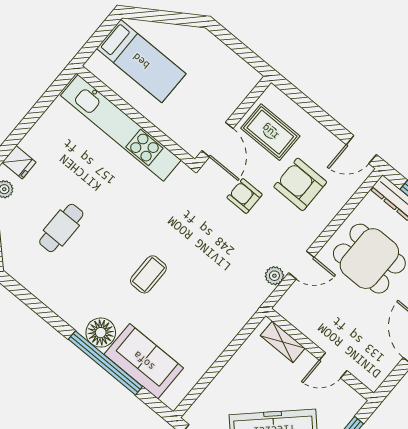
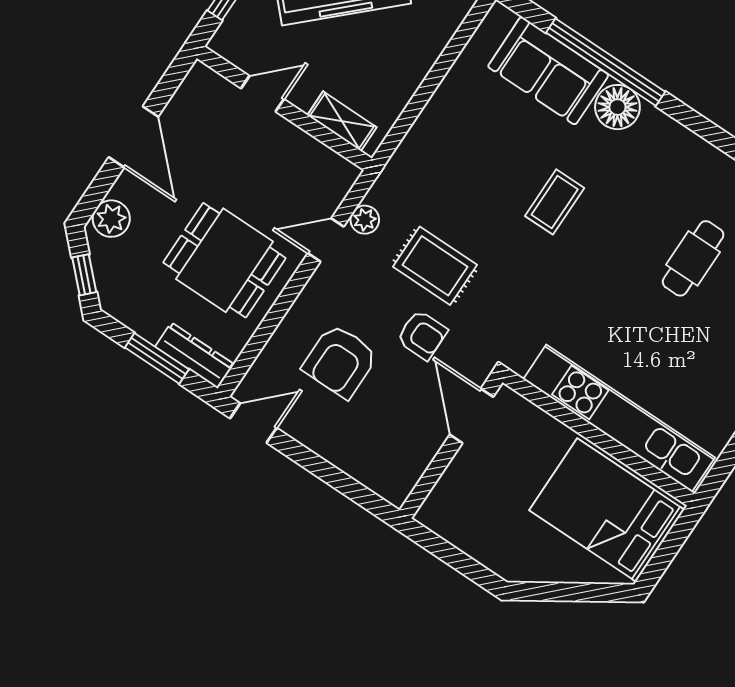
bed: (141, 61) -> (607, 510), width x1.50
rug: (270, 132) -> (435, 266), moved
armchair: (300, 184) -> (340, 361), turned 90

